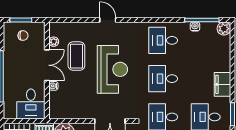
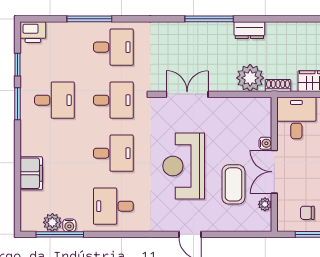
plant: (224, 29) -> (52, 222), moved
desk: (163, 40) -> (113, 206), turned 180
filing cabinet: (222, 84) -> (31, 173), moved

